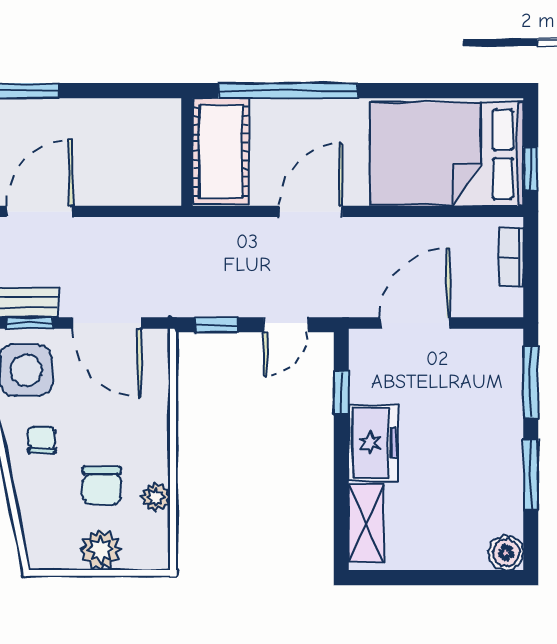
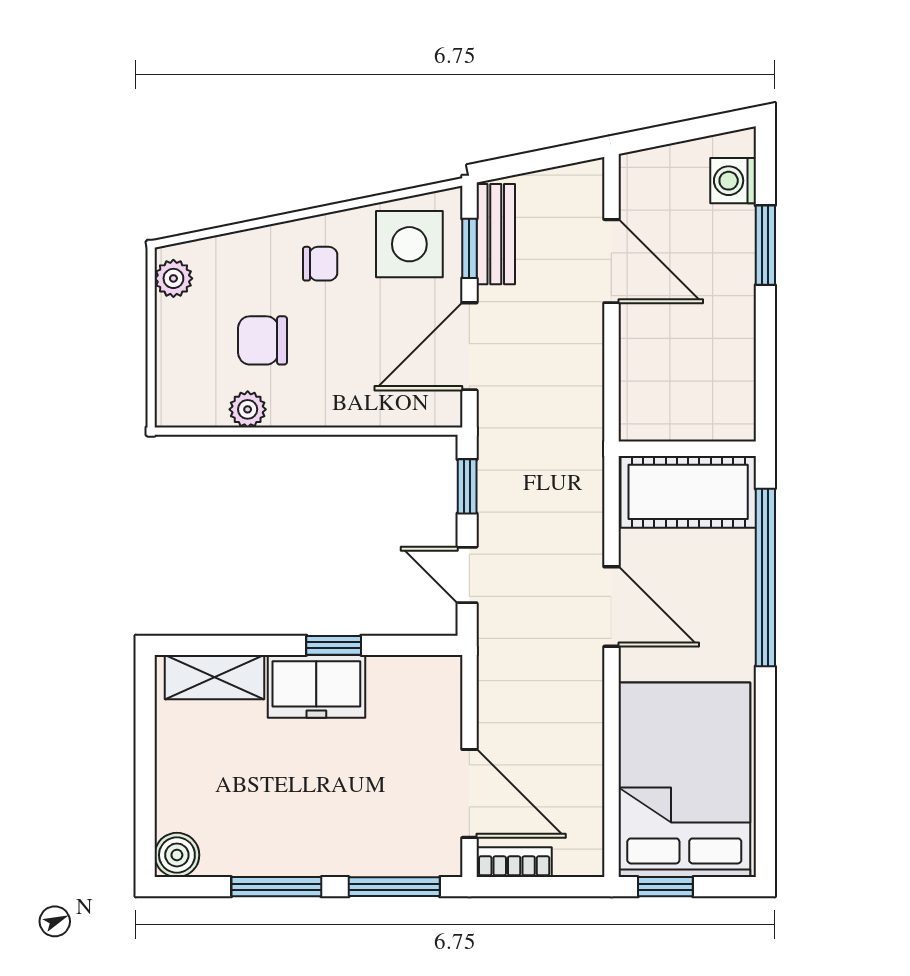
bookcase: (512, 257) -> (514, 862), moved
door: (415, 323) -> (469, 793), moved
window: (341, 393) -> (334, 645), moved
plant: (101, 550) -> (173, 278), moved, width x0.73, depth x0.73

